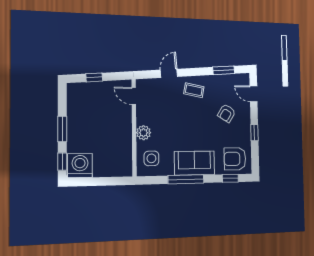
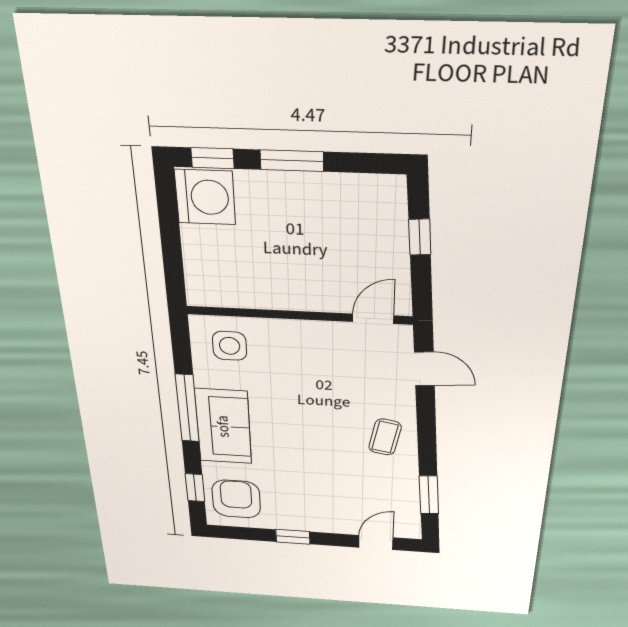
door: (169, 73) -> (424, 369), moved
armchair: (227, 113) -> (334, 492), removed
plant: (144, 133) -> (287, 334), removed

